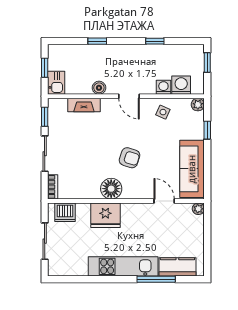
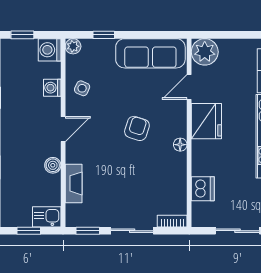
washing machine: (181, 85) -> (50, 50), moved
floor lamp: (111, 189) -> (180, 145), width x0.53, depth x0.53
plant: (198, 209) -> (205, 52), width x1.88, depth x1.88
dishwasher: (65, 212) -> (203, 189), moved
fridge: (105, 215) -> (206, 121), moved

